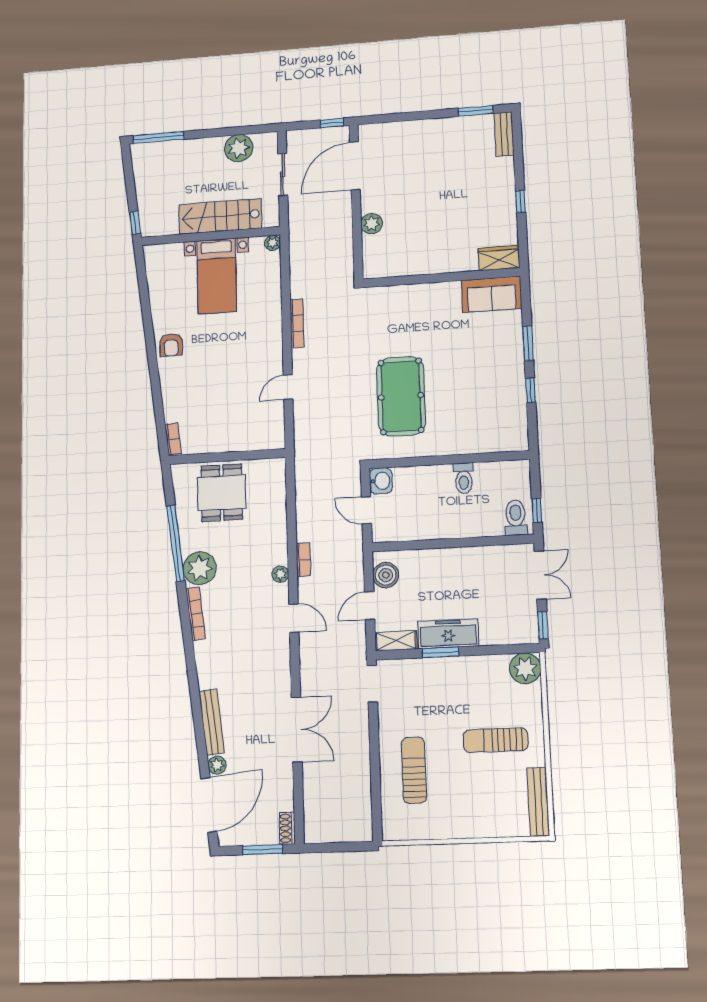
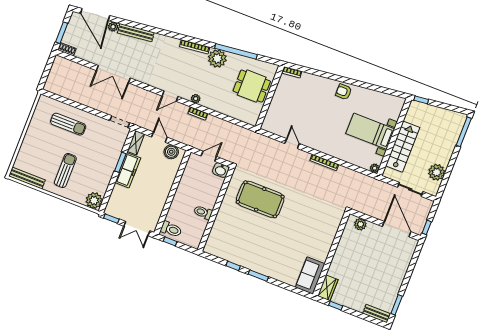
wardrobe: (499, 258) -> (328, 288), moved
wall: (441, 278) -> (331, 254), moved
sofa: (492, 294) -> (310, 276), moved

